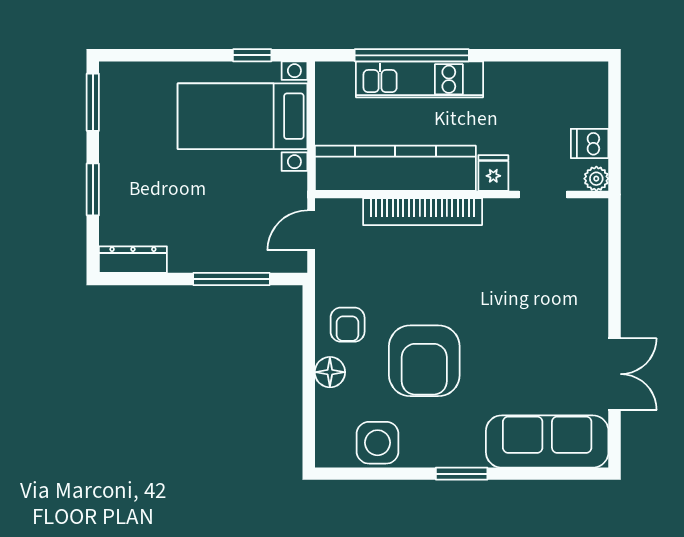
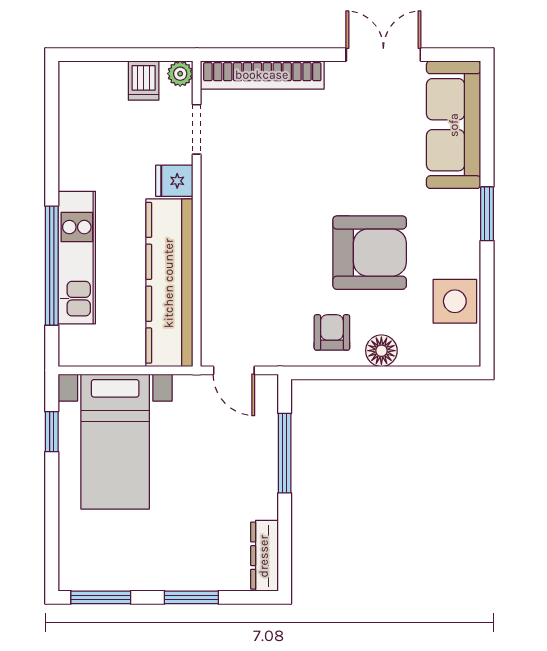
bookcase: (423, 212) -> (262, 75), moved, turned 90
armchair: (348, 325) -> (332, 332), turned -90

